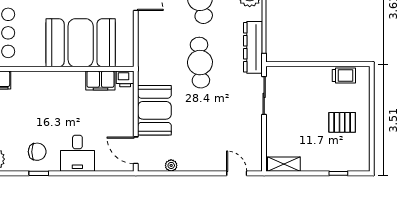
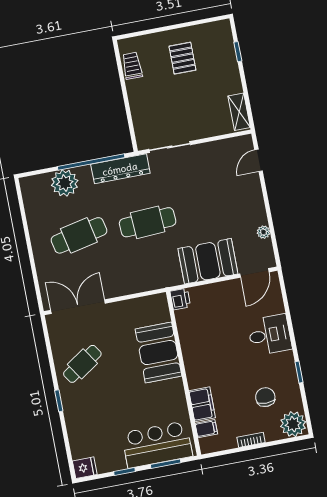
booth: (81, 43) -> (158, 353), width x0.73, depth x0.70
filing cabinet: (100, 80) -> (202, 404), moved
chair: (37, 152) -> (265, 397), moved

